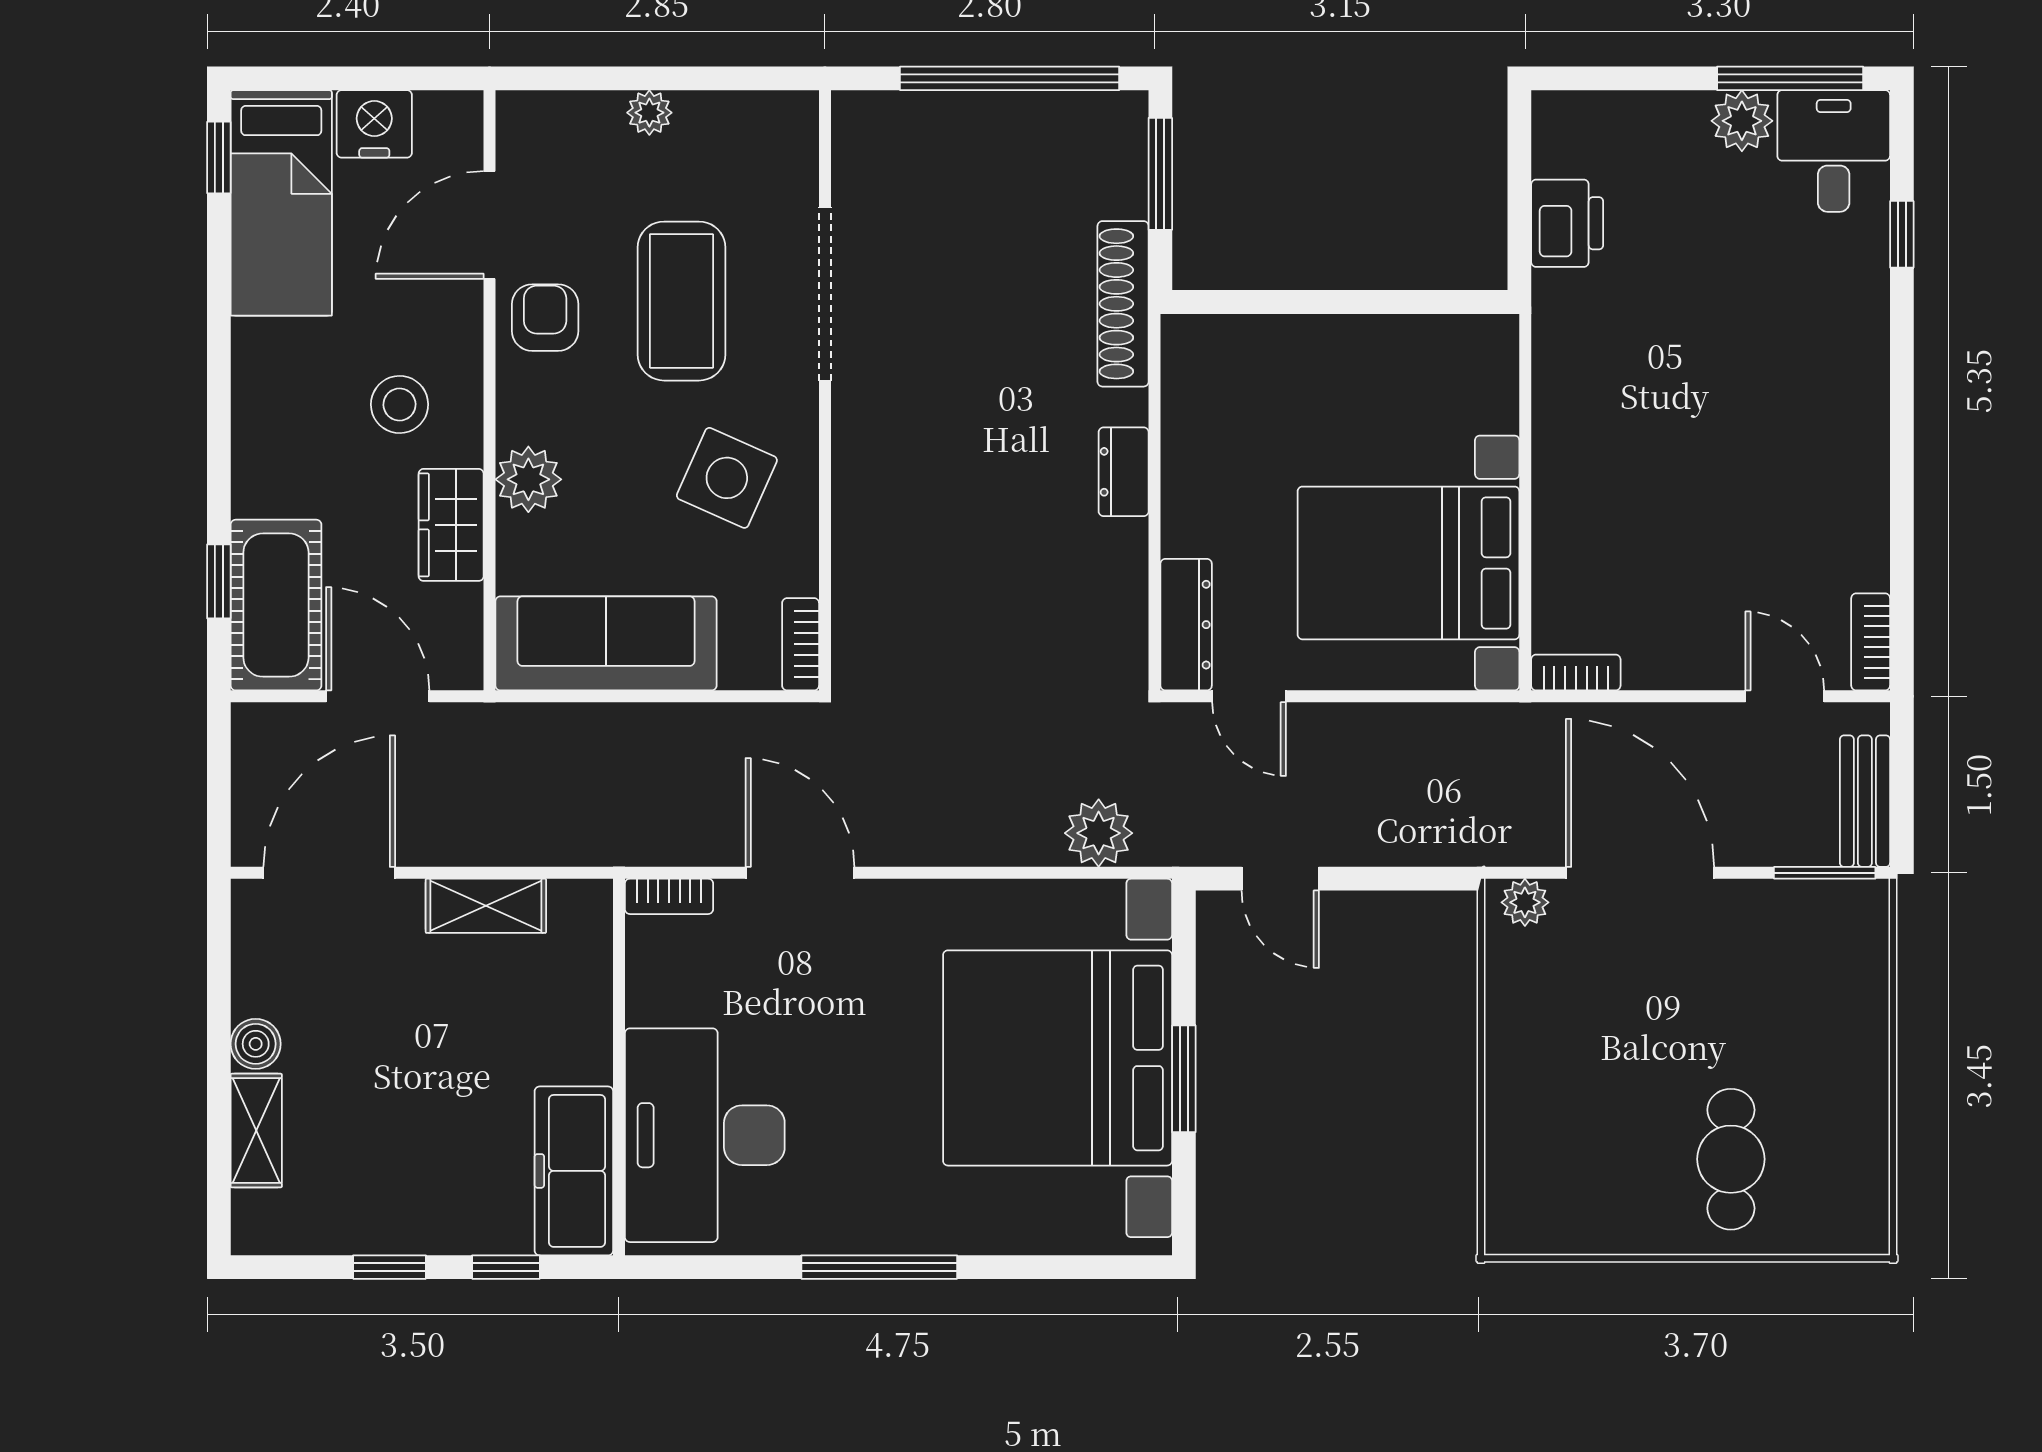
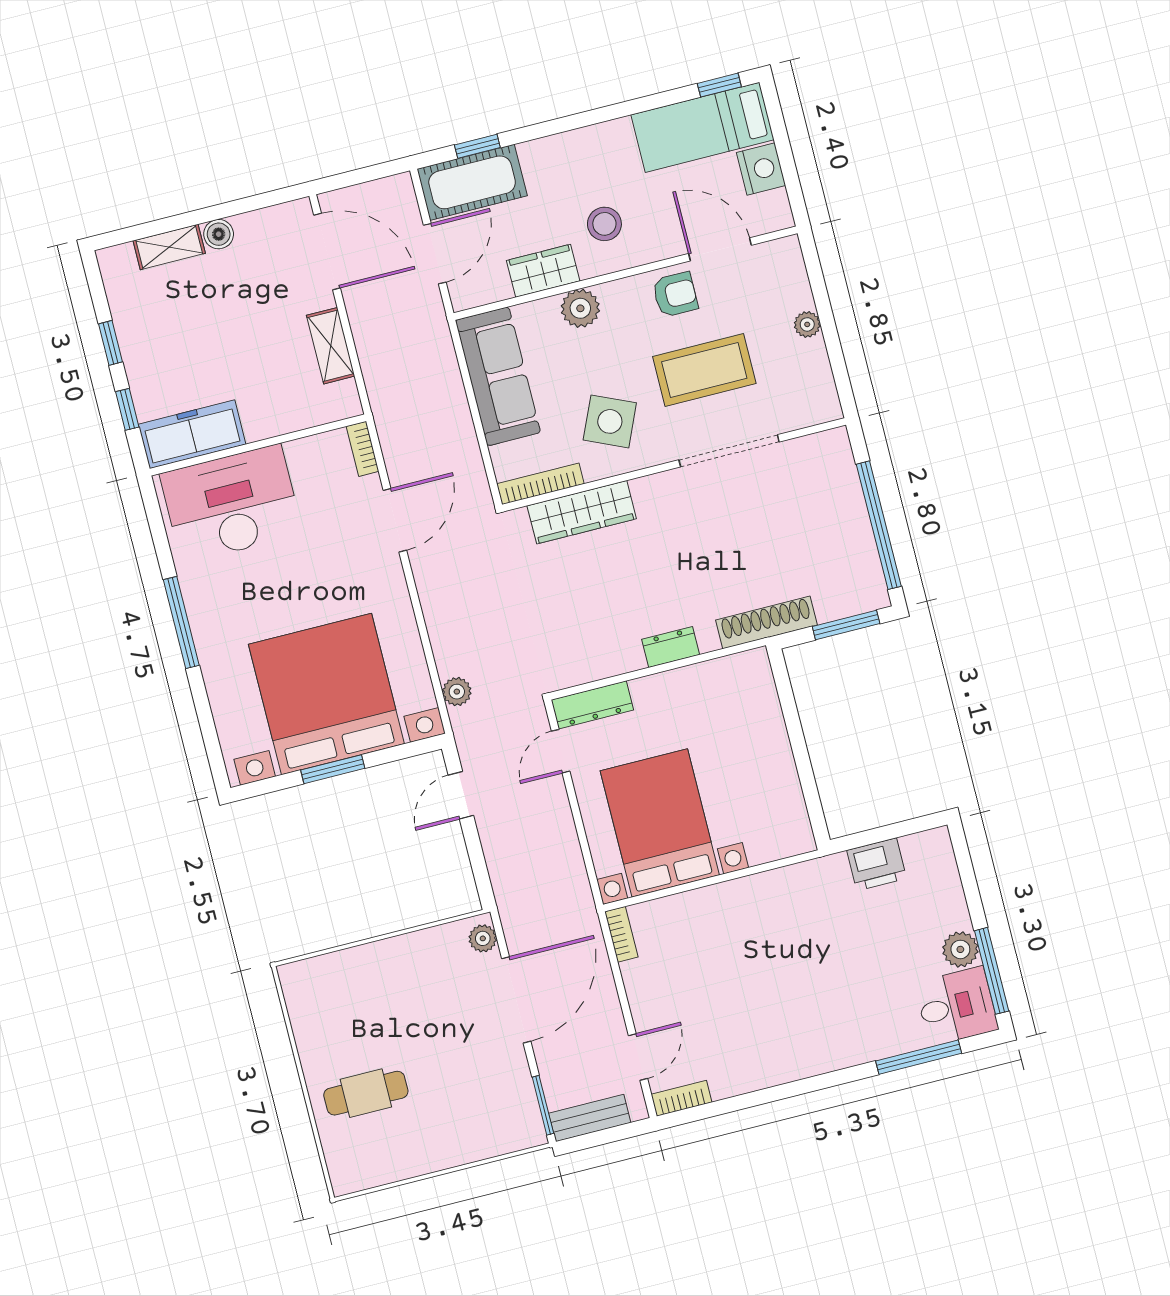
window: (1902, 234) -> (919, 1057), width x2.17
wardrobe: (865, 562) -> (582, 512), added
bookcase: (801, 644) -> (540, 484), width x1.56
plant: (1099, 833) -> (457, 692), width x0.73, depth x0.73

